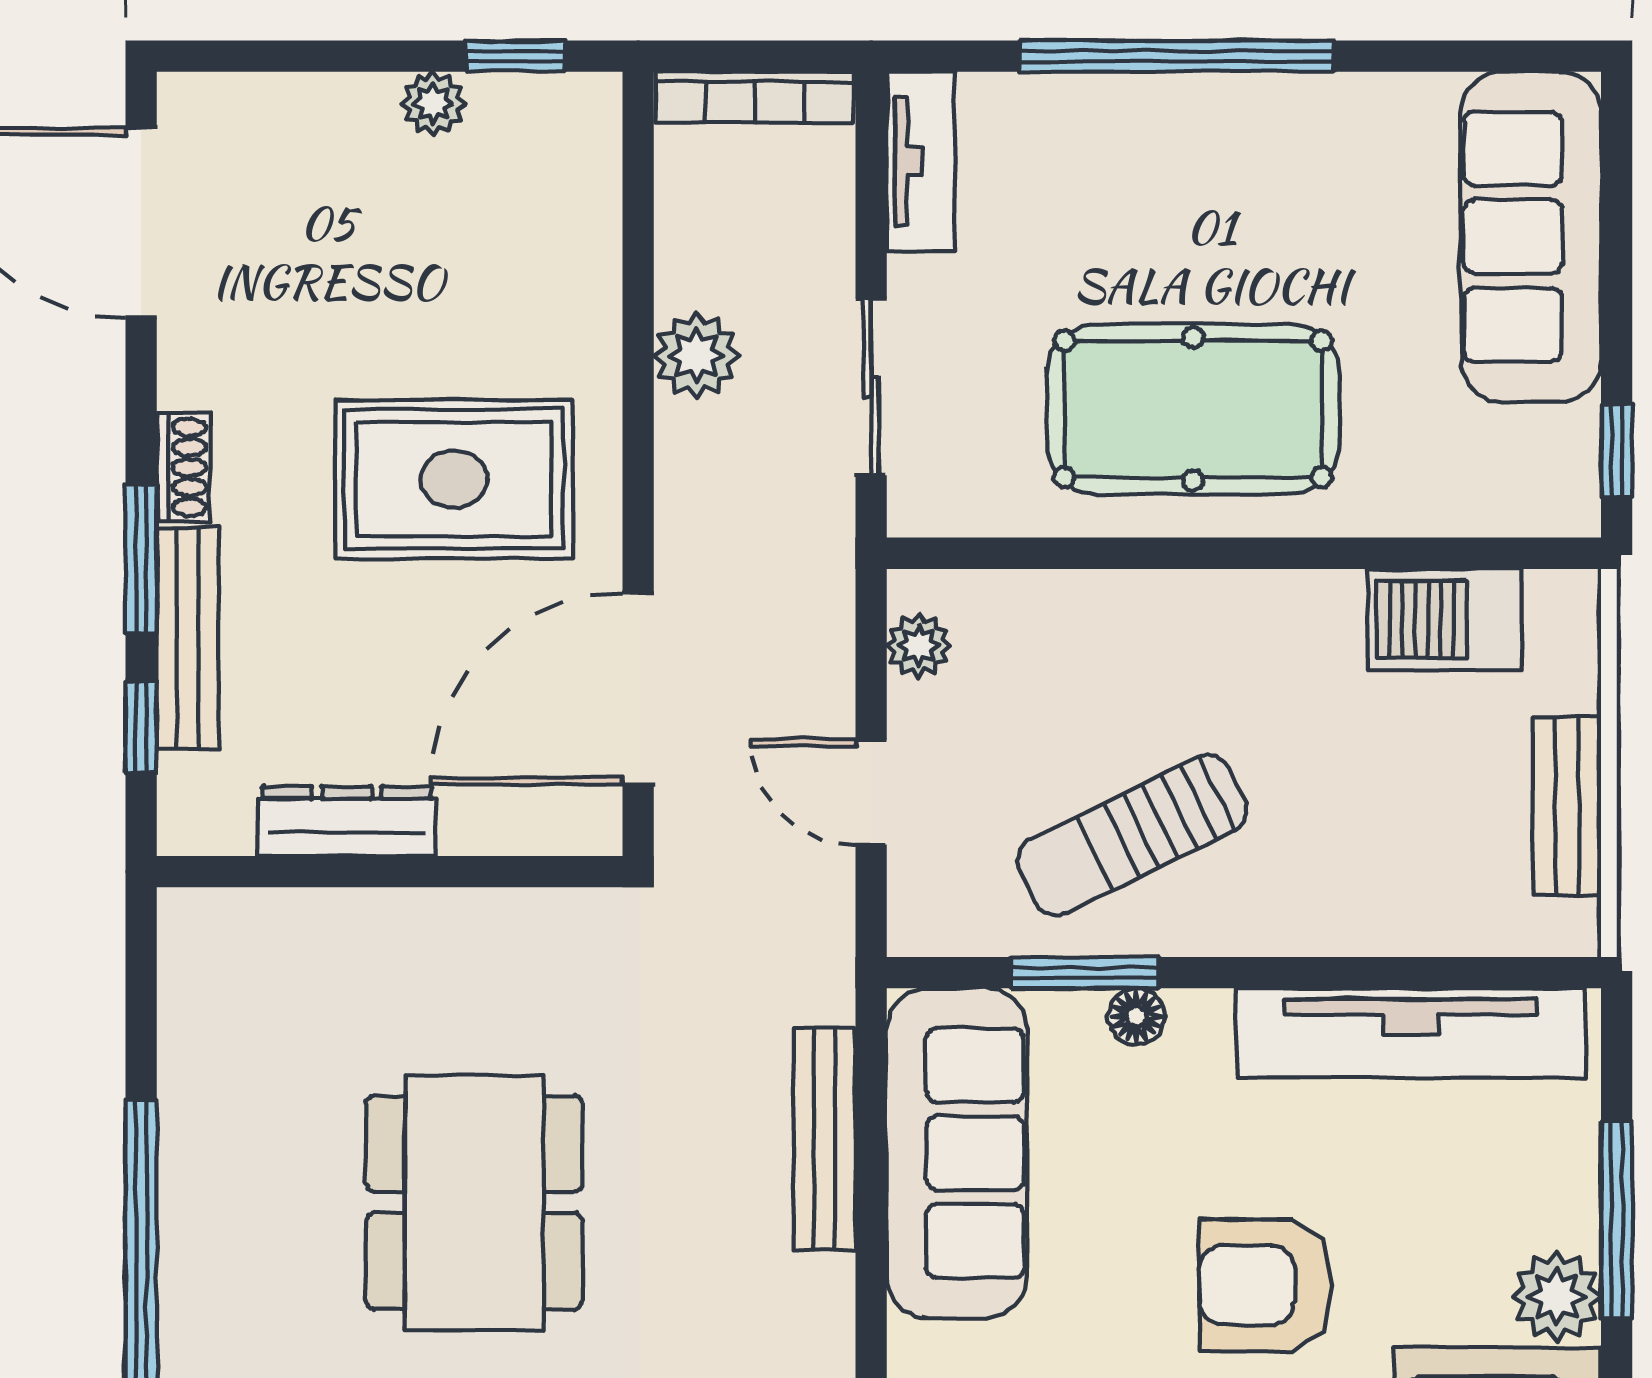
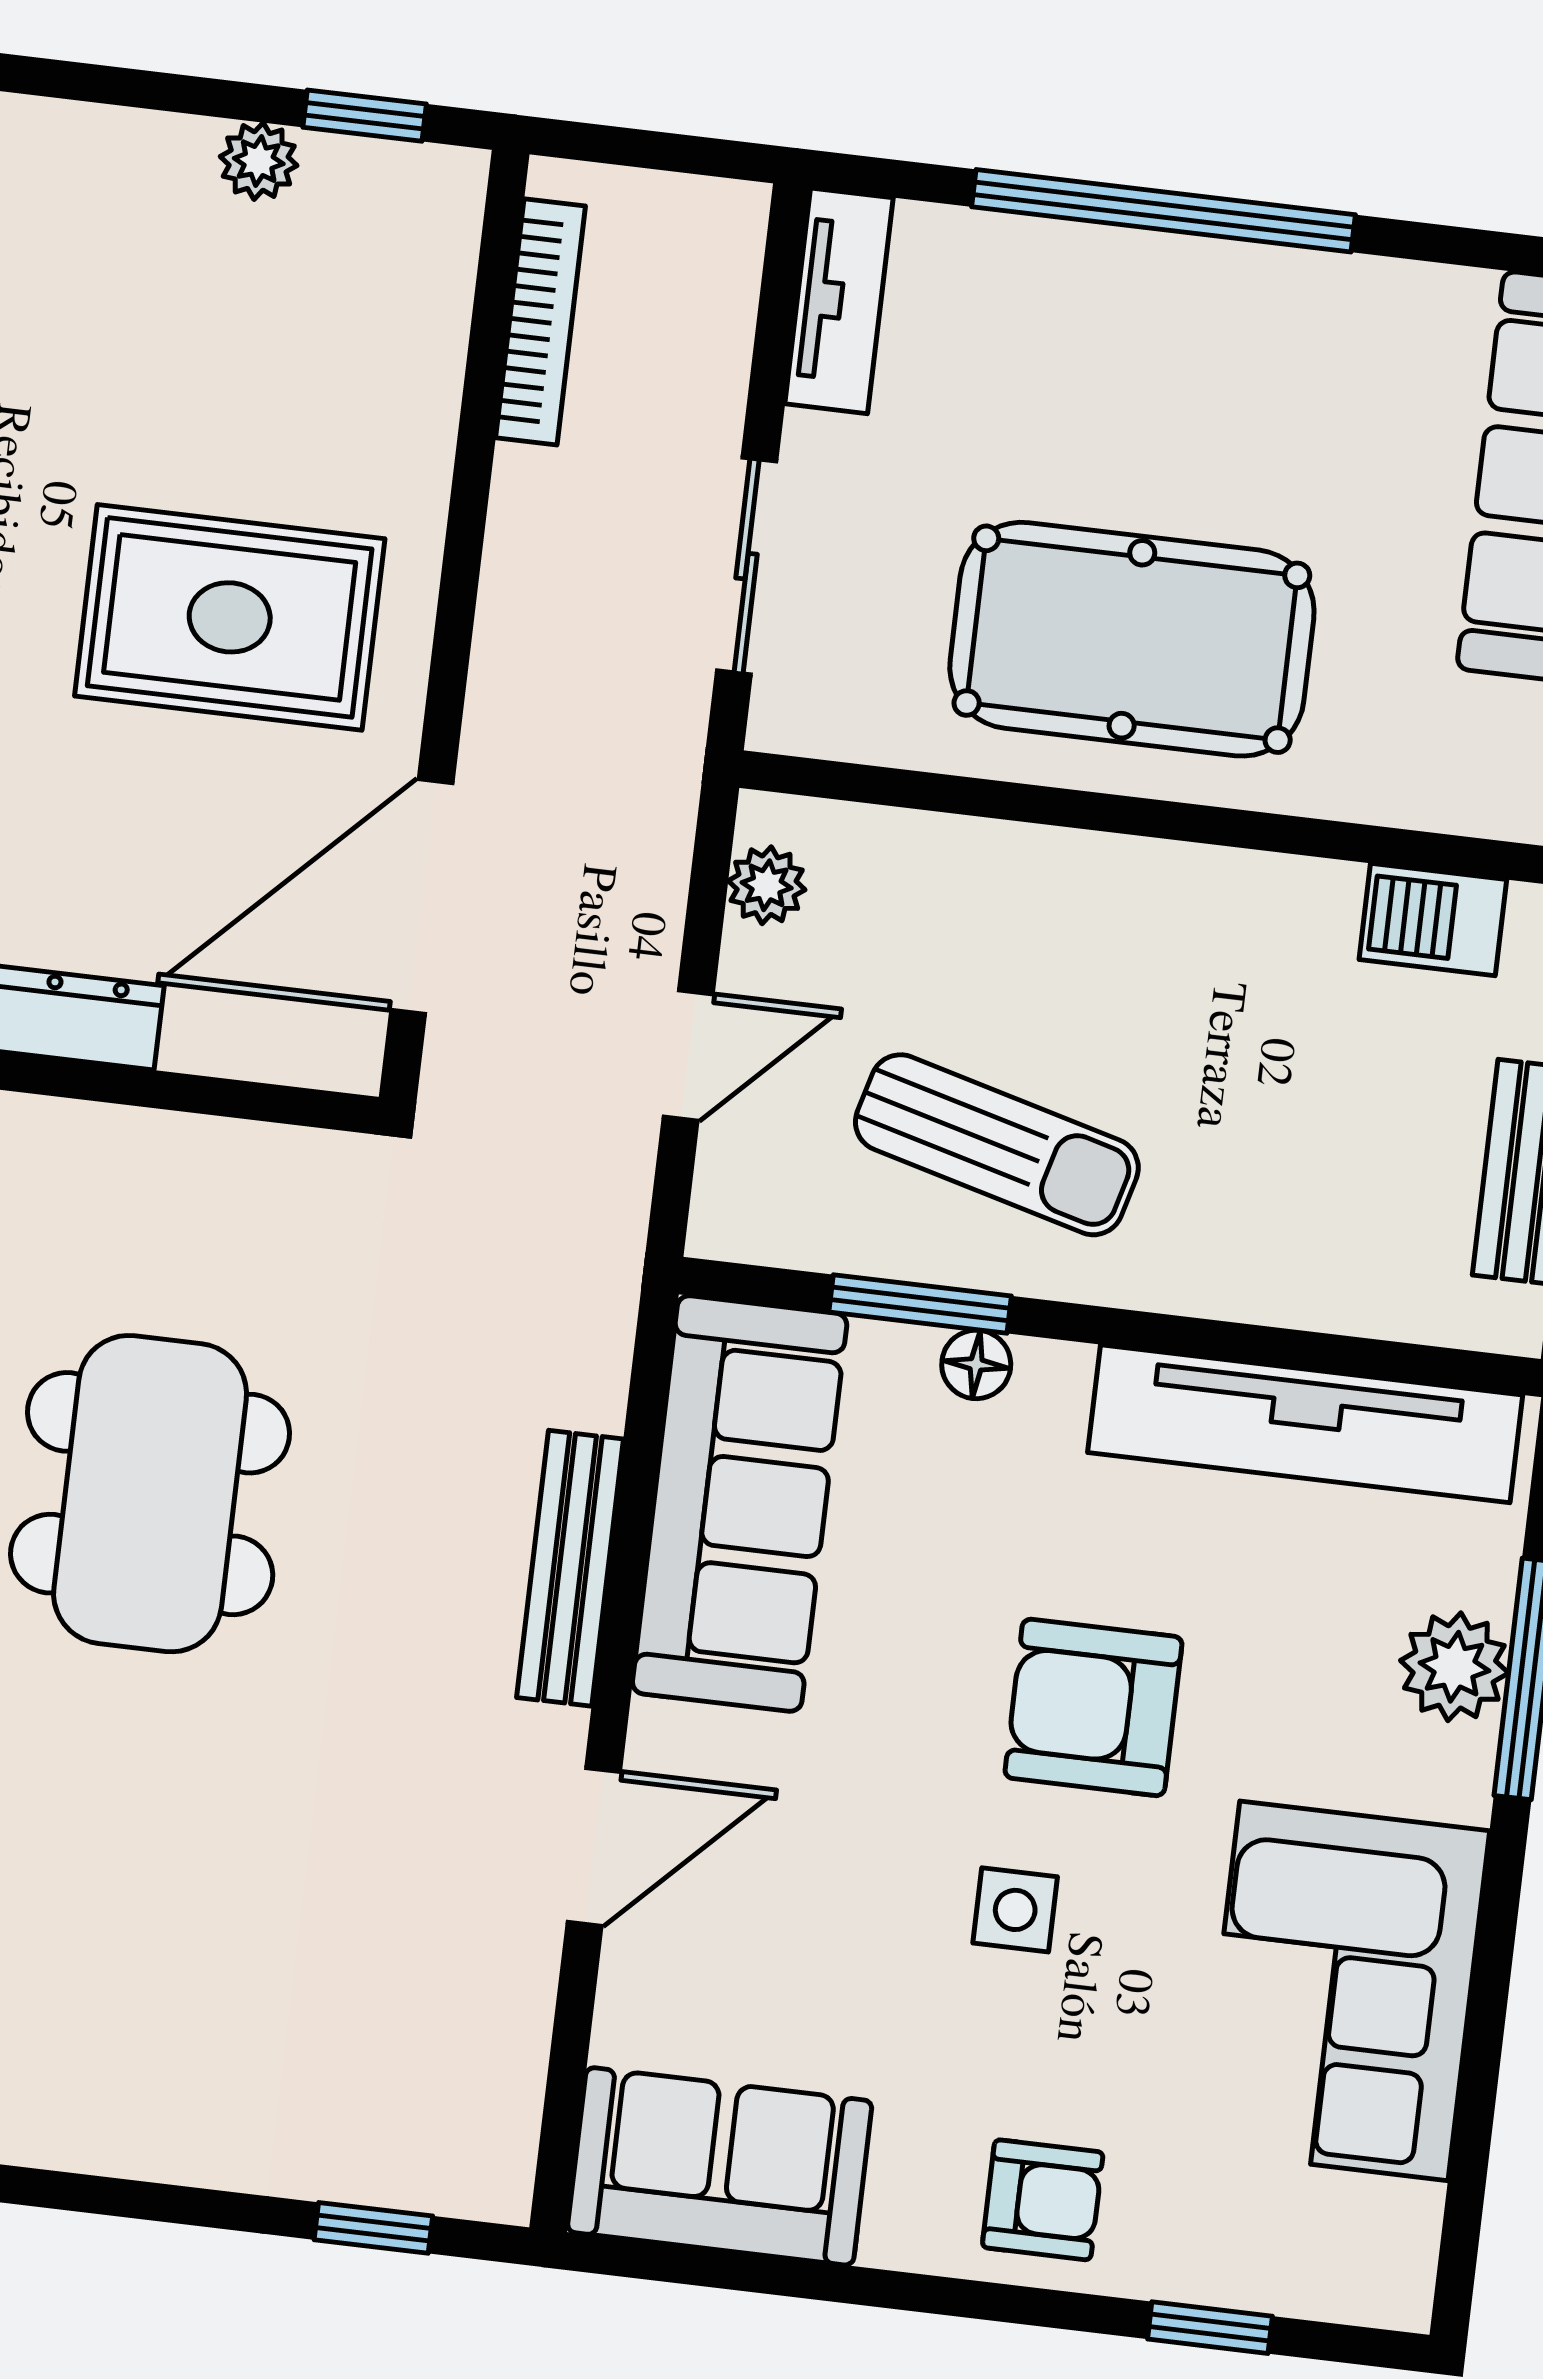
bookcase: (755, 97) -> (540, 322), moved, turned -90
plant: (697, 356) -> (540, 503), removed
barbecue: (1445, 619) -> (1433, 920), width x0.73, depth x0.79
door: (871, 792) -> (688, 1055), swing flipped
sun lounger: (1132, 835) -> (997, 1145), turned -139
bench: (825, 1139) -> (570, 1568), moved
plant: (1556, 1296) -> (1454, 1667), moved

